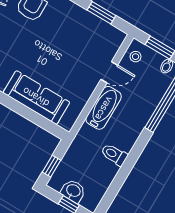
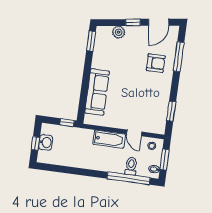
toilet: (114, 155) -> (131, 166), moved
window: (51, 166) -> (67, 123), moved

